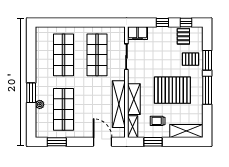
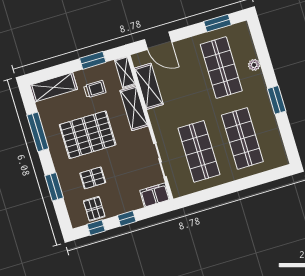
pallet: (190, 59) -> (93, 178), moved
window: (207, 90) -> (38, 132), moved
window: (31, 93) -> (277, 100), moved
shelving: (119, 104) -> (149, 86), width x0.68

